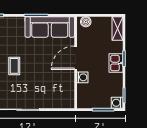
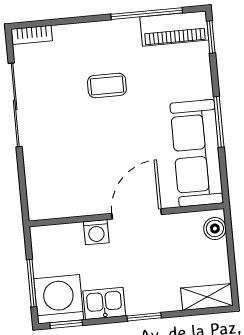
door: (76, 58) -> (137, 214), hinge flipped
kitchen sink: (116, 63) -> (104, 303), moved
washing machine: (117, 103) -> (59, 299), width x1.89, depth x1.89

